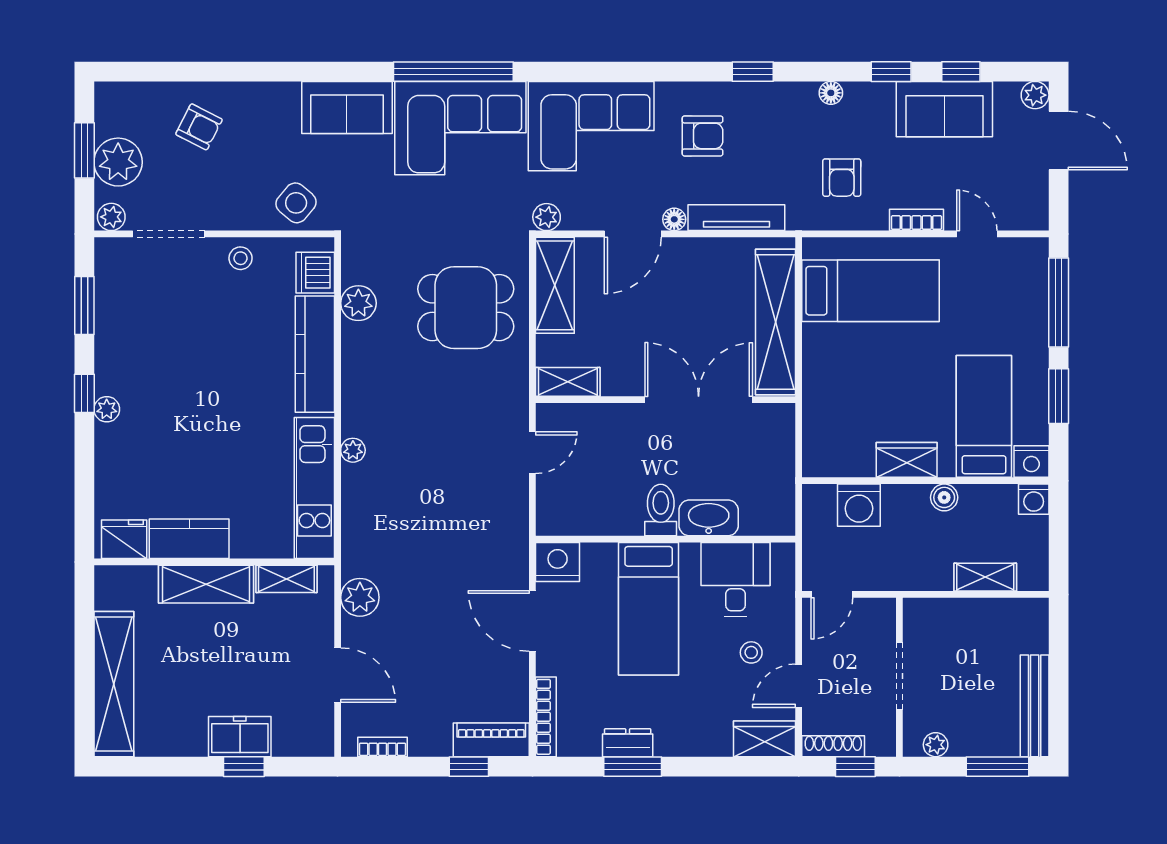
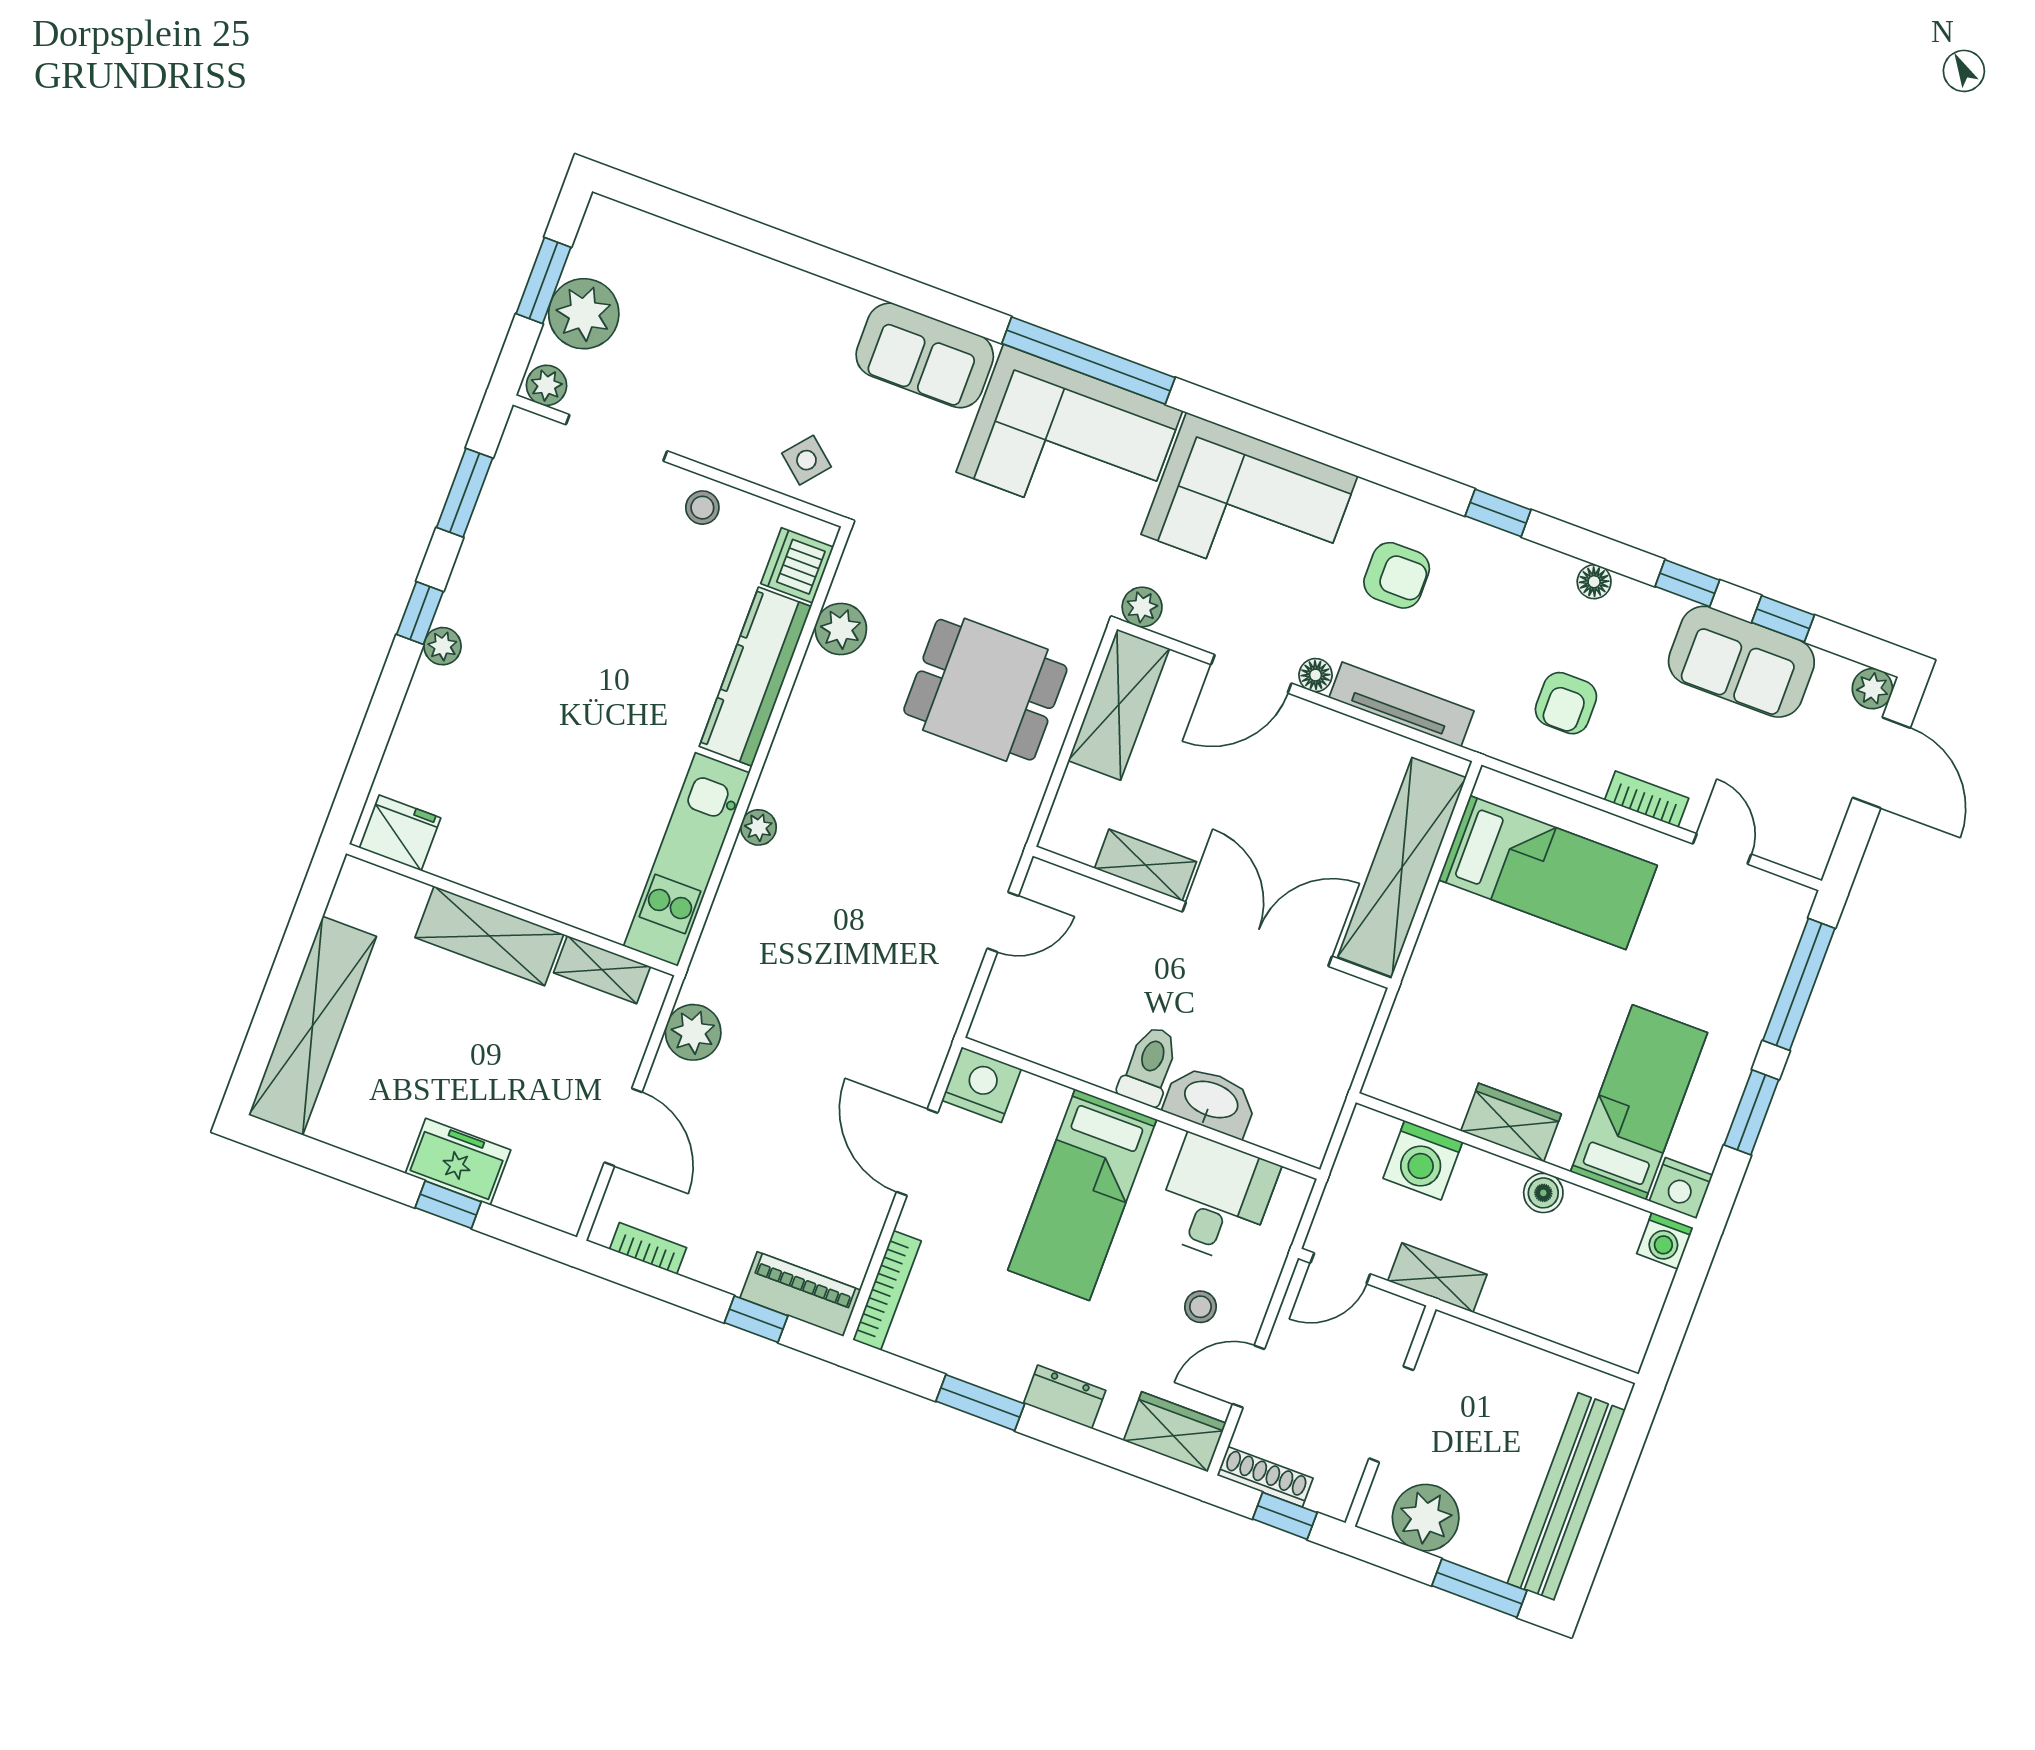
armchair: (199, 127) -> (712, 307), removed
side table: (296, 203) -> (806, 460), width x0.73, depth x0.73
shelving: (568, 382) -> (1145, 865), moved
kitchen counter: (189, 539) -> (489, 865), removed
shelving: (985, 577) -> (1437, 1278), moved
bench: (1035, 706) -> (1566, 1497), width x1.37, depth x1.21
dresser: (628, 743) -> (1065, 1397), moved
plant: (936, 745) -> (1426, 1518), width x1.88, depth x1.88

